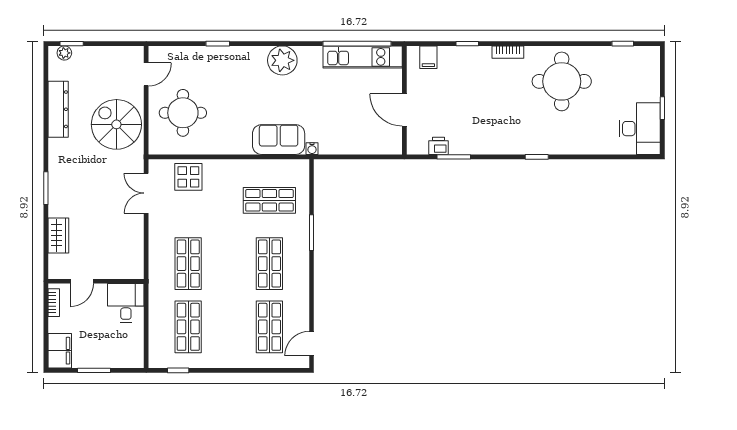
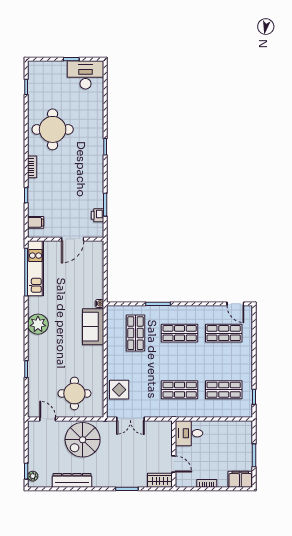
door: (82, 281) -> (174, 464), moved
wall: (96, 281) -> (174, 454), moved
desk: (126, 303) -> (189, 433), moved

